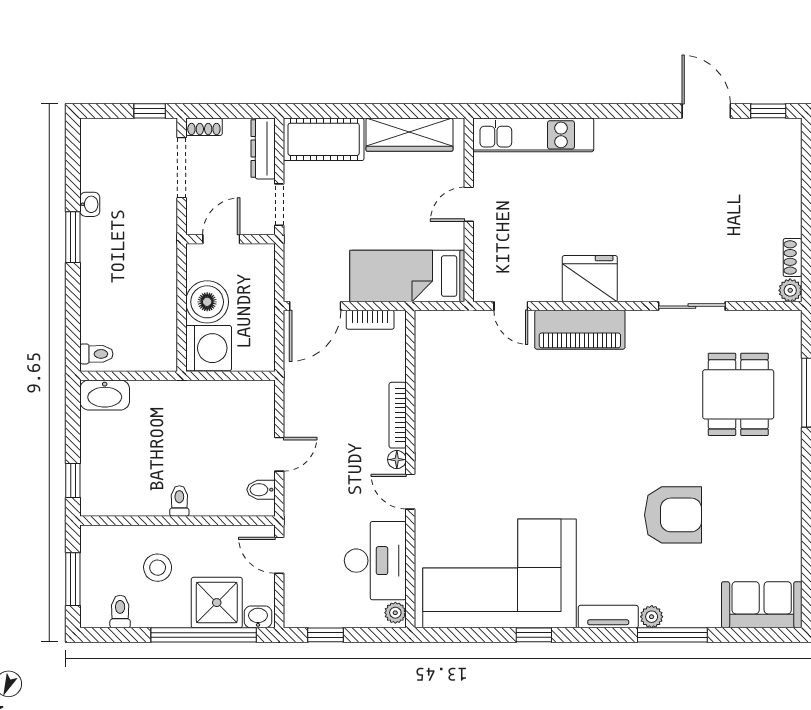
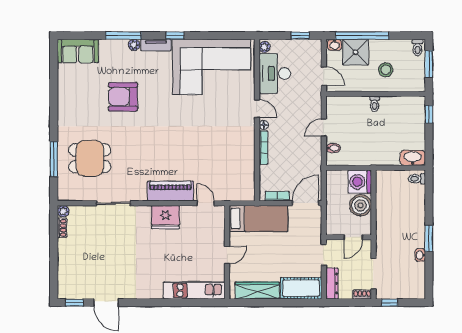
dining table: (738, 394) -> (90, 158), turned 90
bidet: (261, 490) -> (333, 148), moved
toilet: (120, 612) -> (417, 48), moved
window: (534, 635) -> (175, 36), moved

